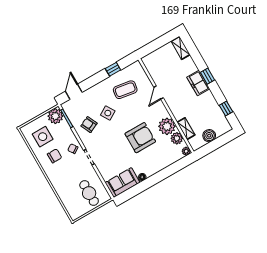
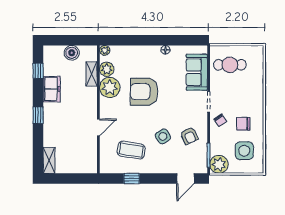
freezer: (198, 83) -> (52, 89), moved
sofa: (122, 183) -> (197, 72), moved, turned 90
cafe table: (89, 193) -> (230, 65), turned 90

